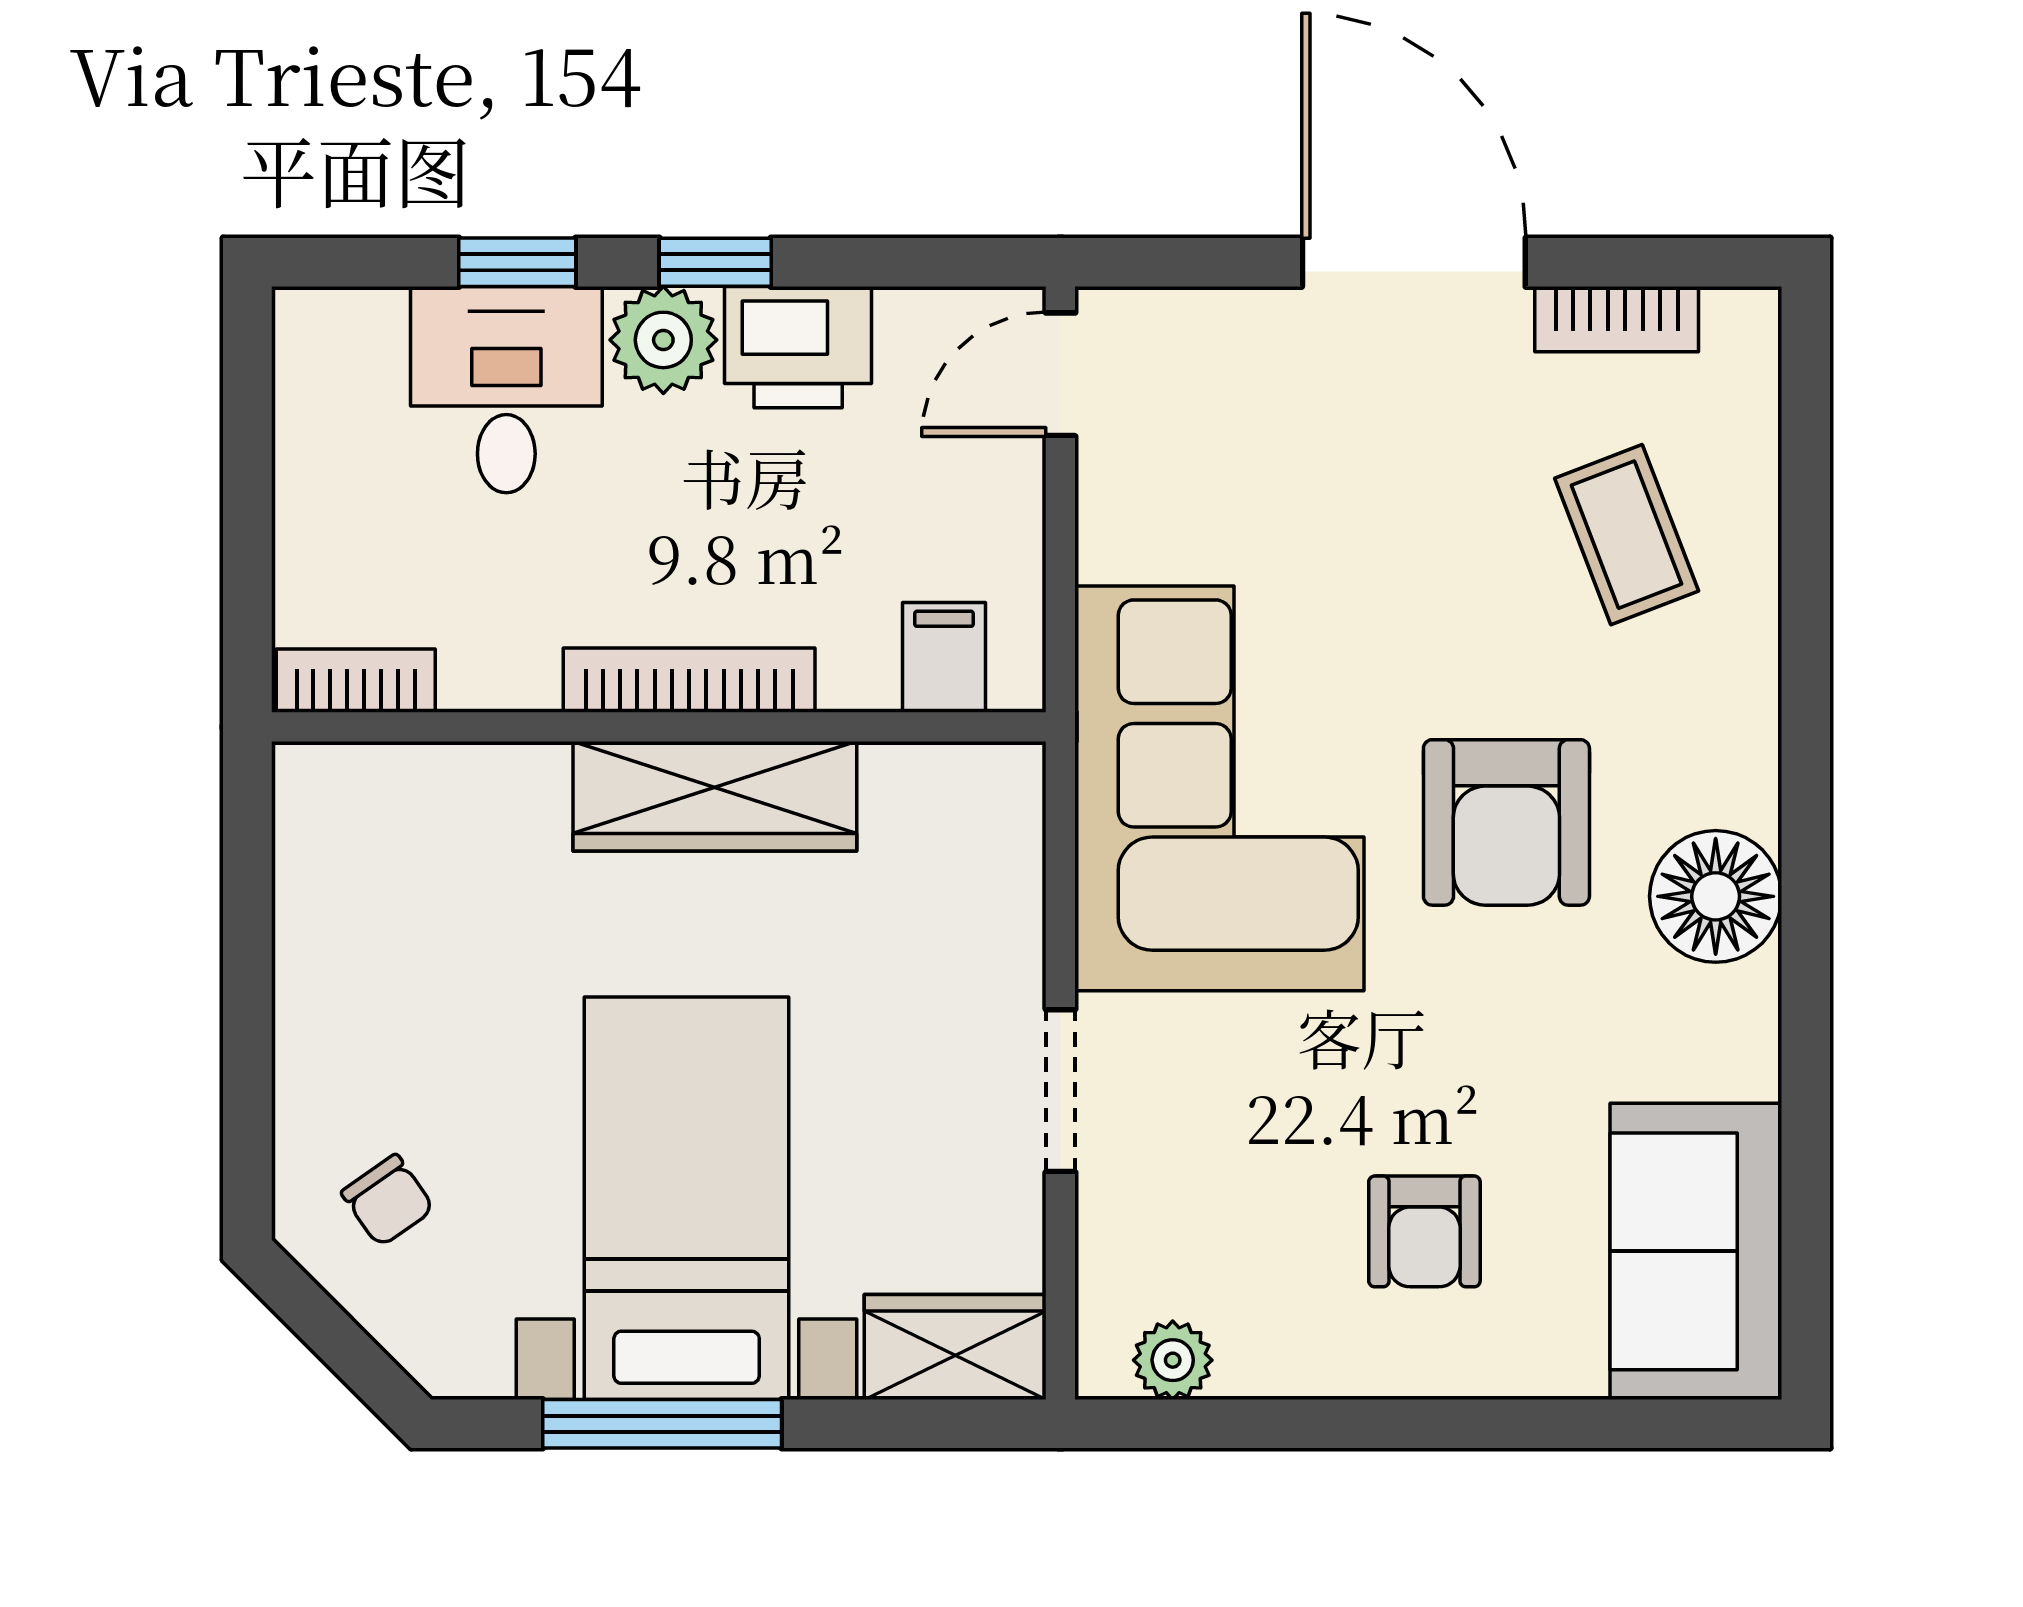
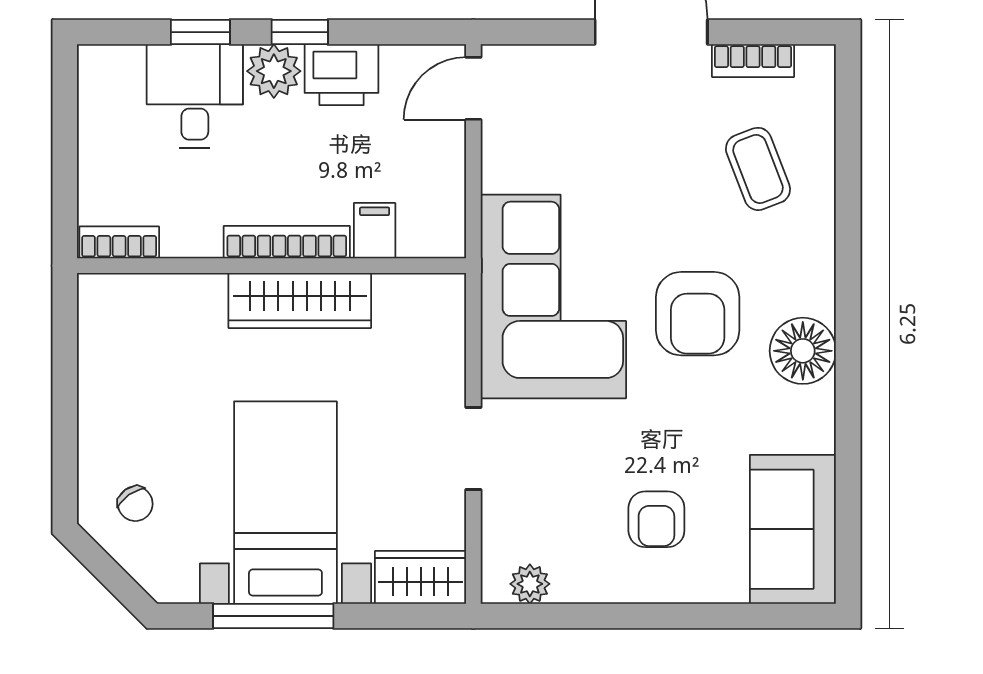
filing cabinet: (944, 657) -> (375, 231), moved

